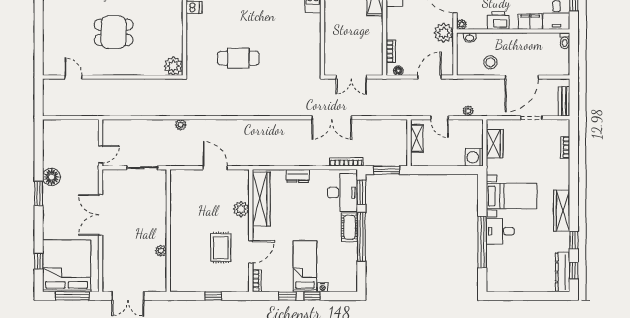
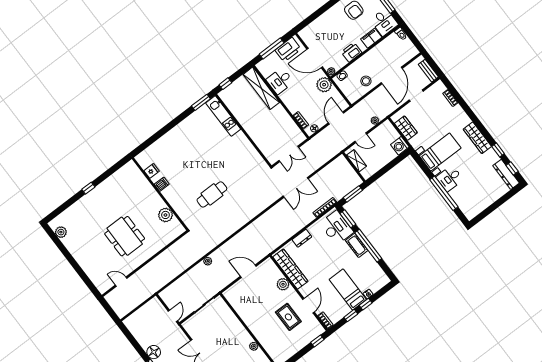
dining table: (114, 32) -> (125, 236), width x1.38
plant: (173, 66) -> (165, 215), moved
window: (213, 296) -> (317, 341), moved

